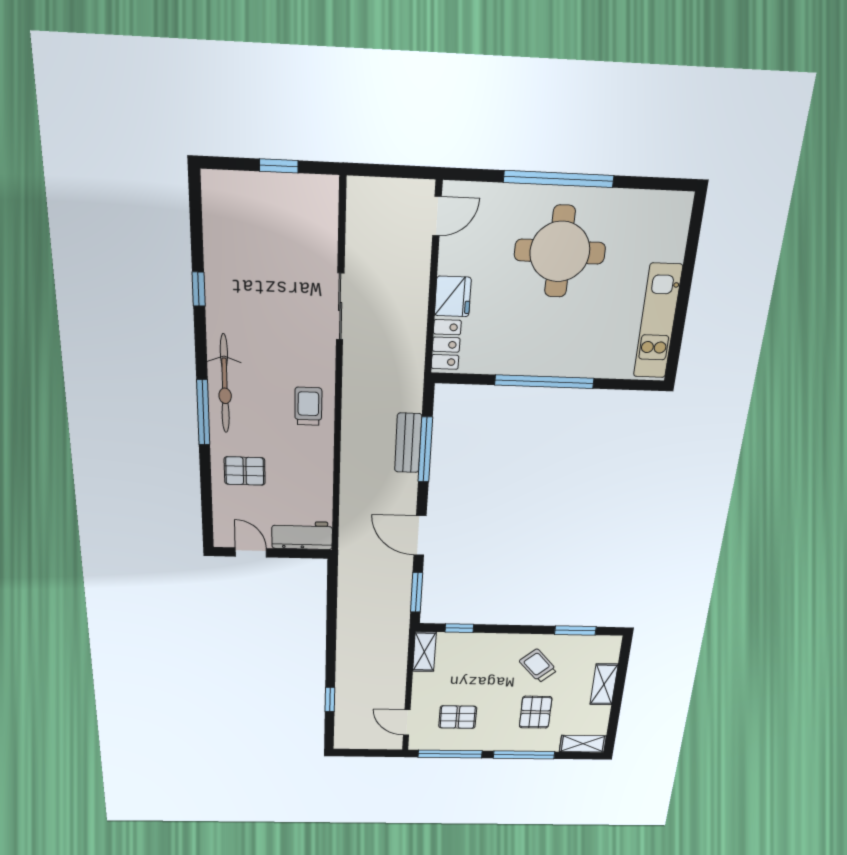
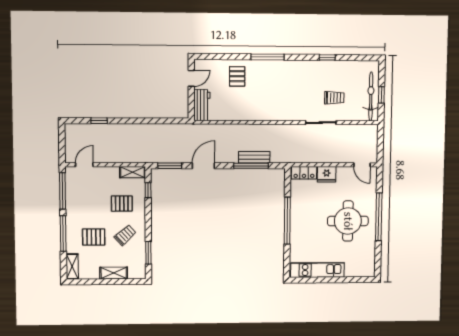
bicycle: (225, 384) -> (371, 97), moved, turned 90
trolley: (308, 406) -> (334, 98), moved
pallet: (458, 717) -> (122, 204), moved, turned 90

